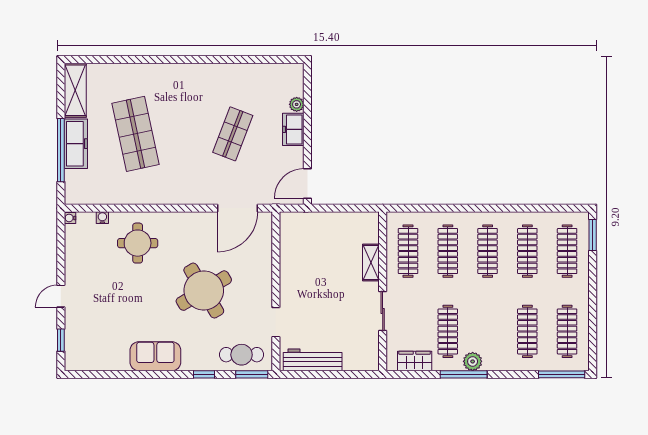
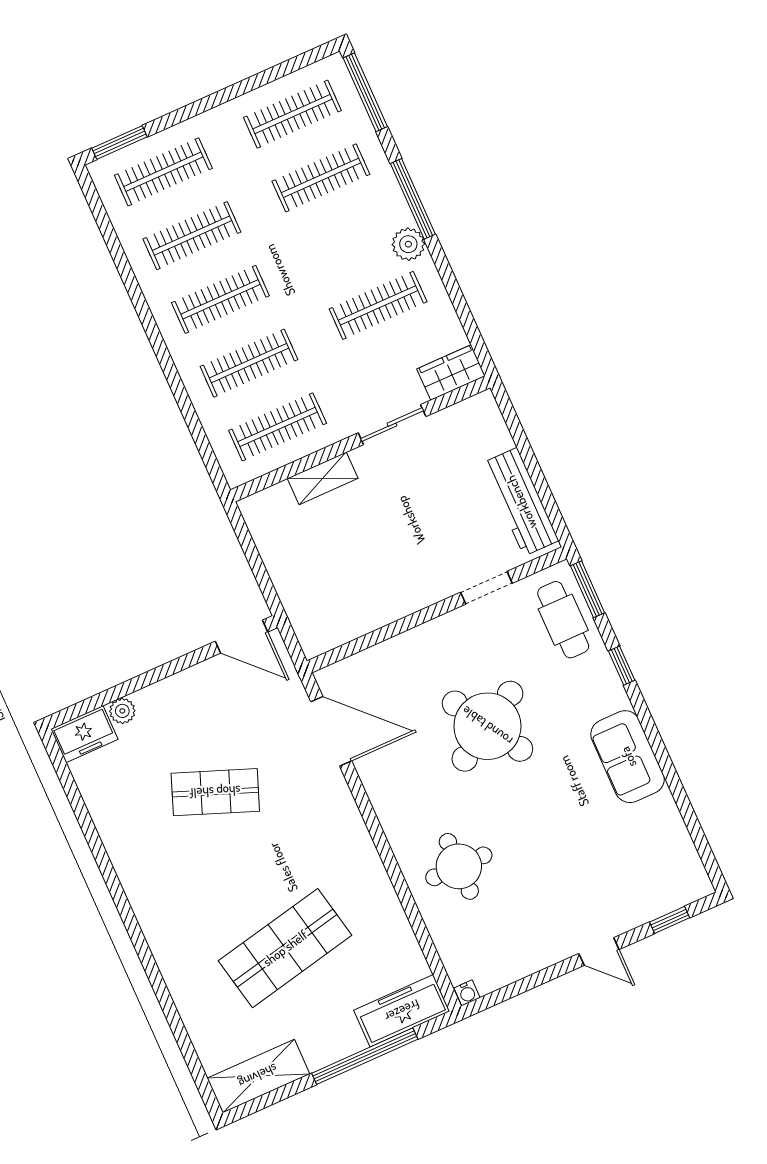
freezer: (293, 129) -> (84, 734), moved
freezer: (76, 144) -> (402, 1011), moved
water cooler: (102, 218) -> (443, 941), removed
wardrobe: (415, 361) -> (451, 372), moved, turned 90
window: (464, 374) -> (413, 199), moved

